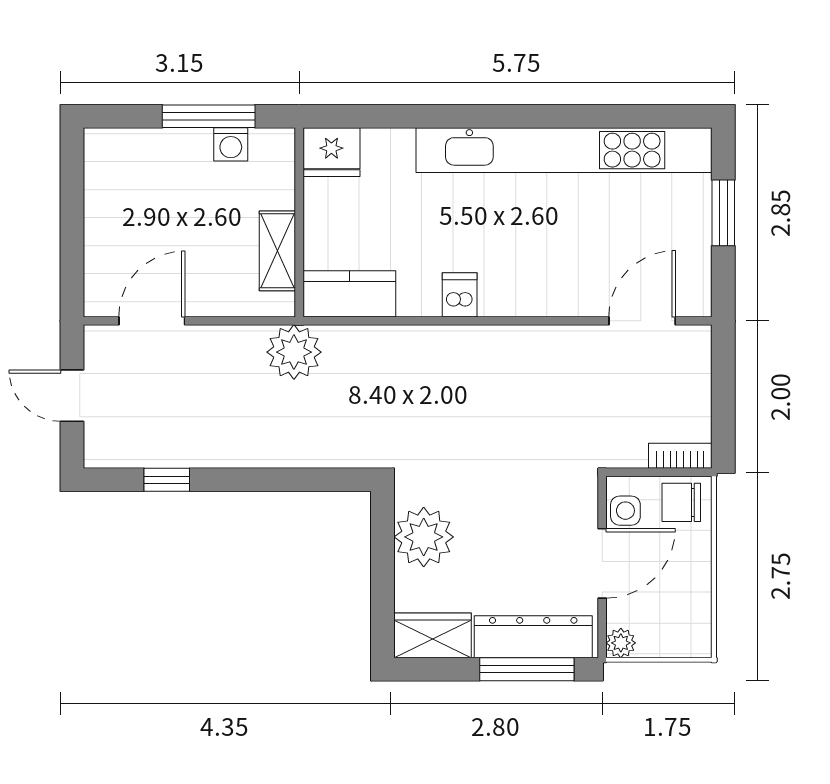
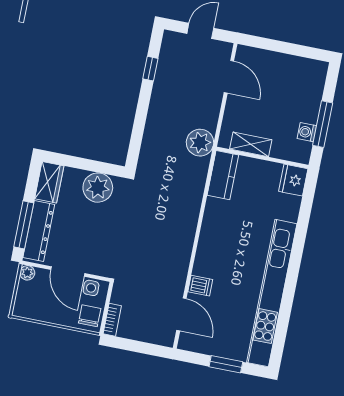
dishwasher: (460, 295) -> (200, 286), moved

